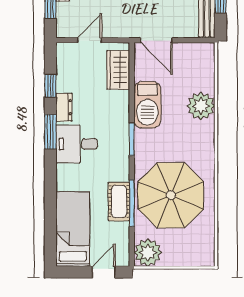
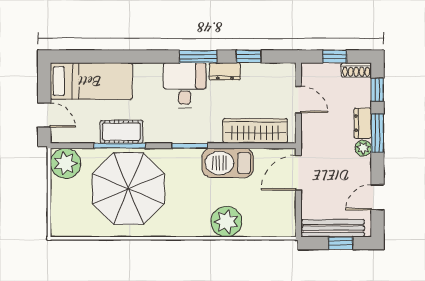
wardrobe: (118, 70) -> (255, 131), width x1.50

